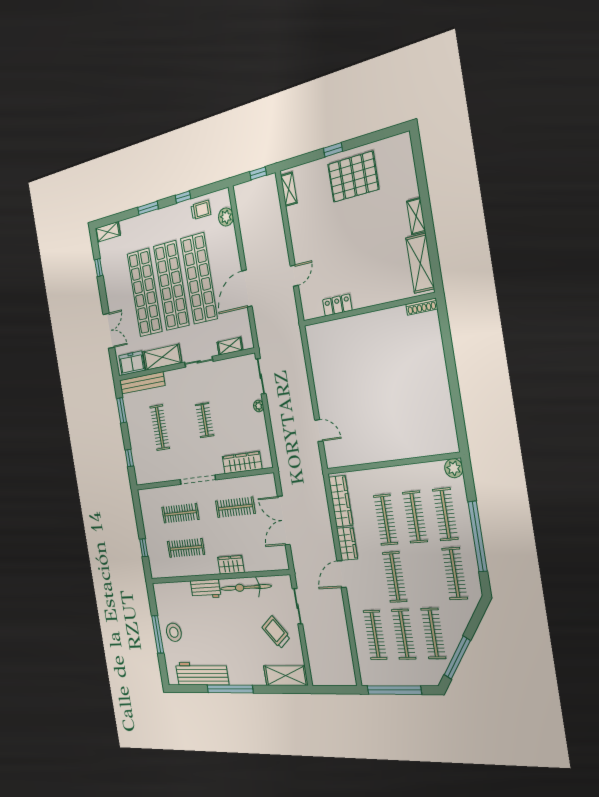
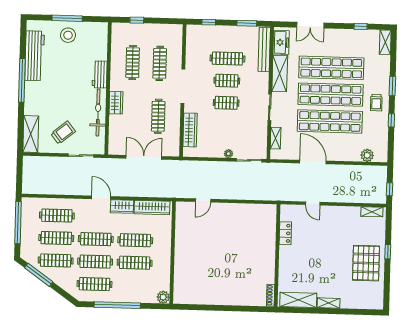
trolley: (201, 210) -> (376, 103), moved
clothes rail: (182, 424) -> (227, 81), added
clothes rail: (445, 514) -> (95, 262), moved

